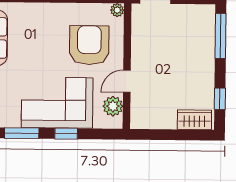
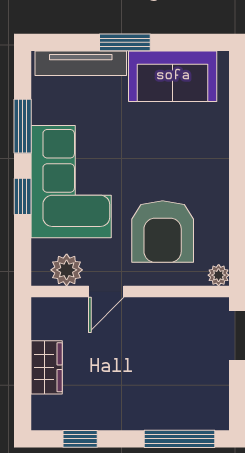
armchair: (89, 45) -> (163, 232), turned 90
door: (127, 81) -> (106, 292), swing flipped
wardrobe: (194, 120) -> (47, 367), moved

